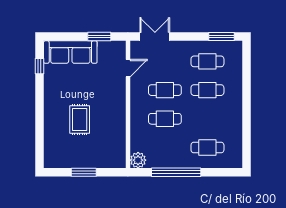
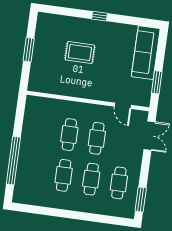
window: (40, 66) -> (99, 16), moved
cafe table: (207, 148) -> (64, 175), moved
plant: (138, 160) -> (33, 103), removed
window: (176, 172) -> (13, 161), moved

